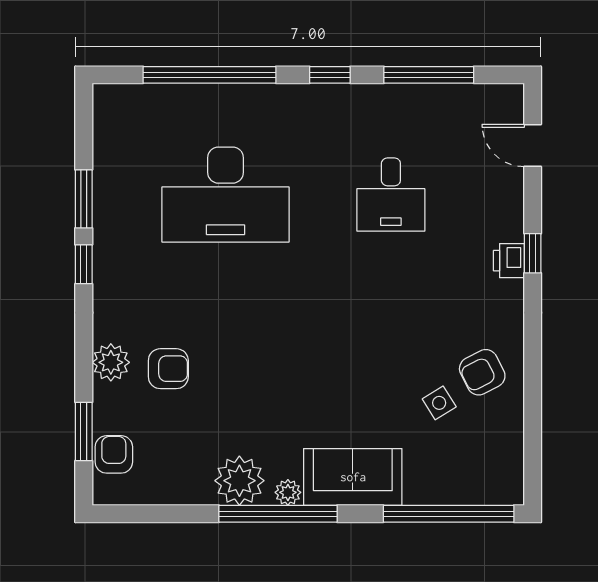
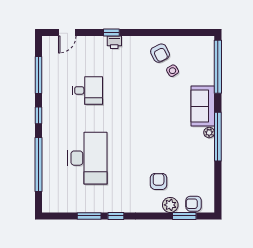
plant: (111, 362) -> (170, 205), moved
plant: (239, 481) -> (204, 152), removed

